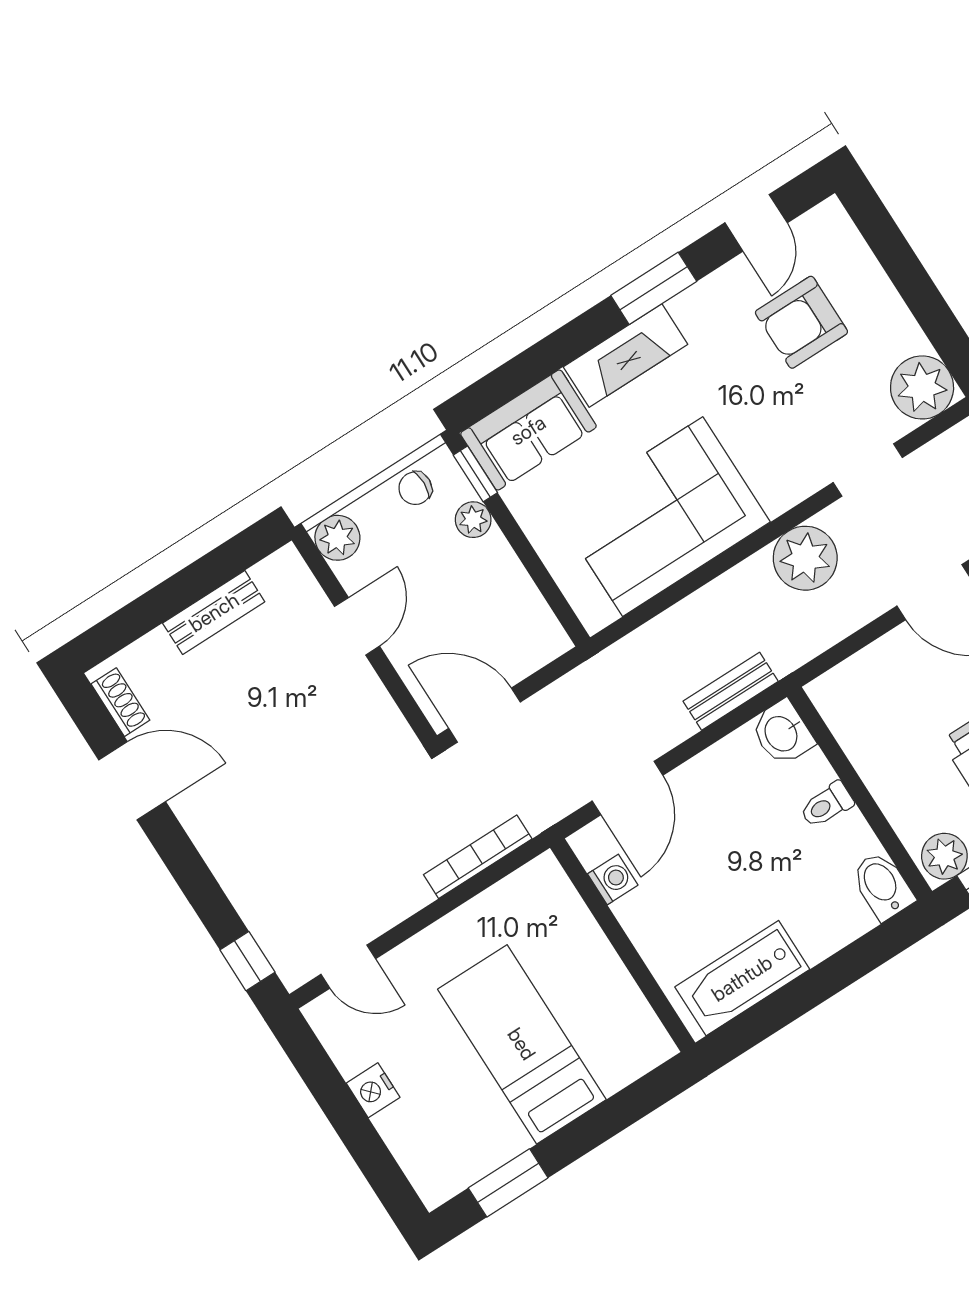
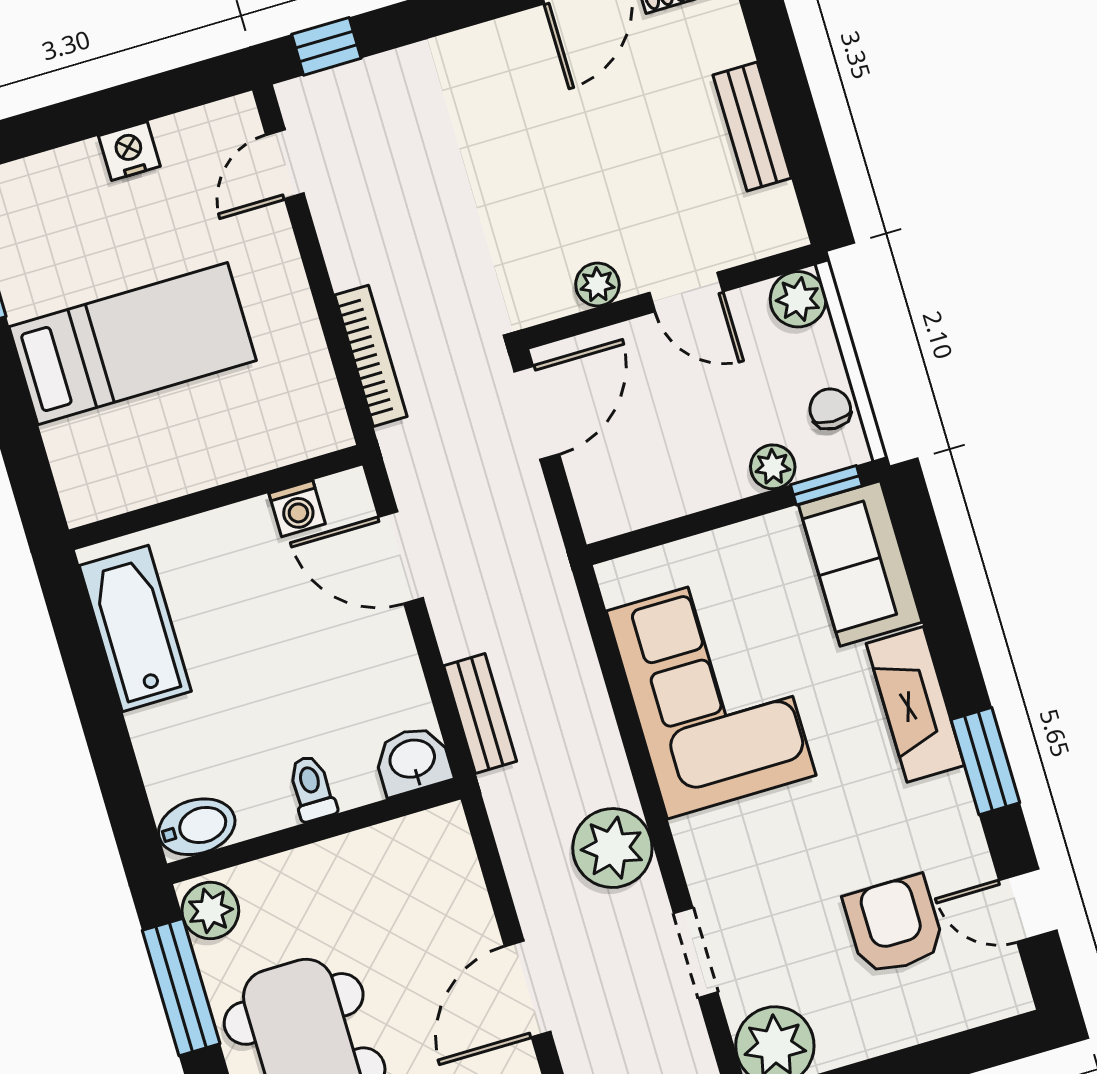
plant: (371, 697) -> (597, 285), added

